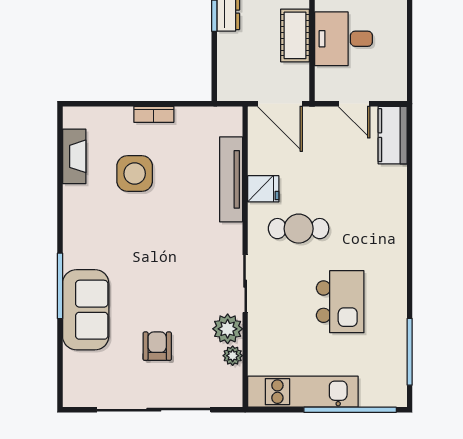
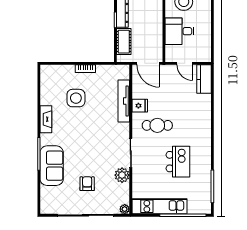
cot: (295, 35) -> (124, 42), moved
fireplace: (74, 156) -> (46, 119), moved
plant: (233, 356) -> (125, 209), moved

